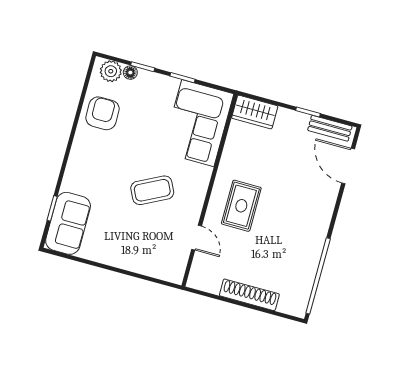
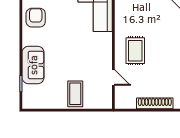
coffee table: (152, 190) -> (75, 94), moved, turned -63
sofa: (68, 223) -> (33, 65), moved

